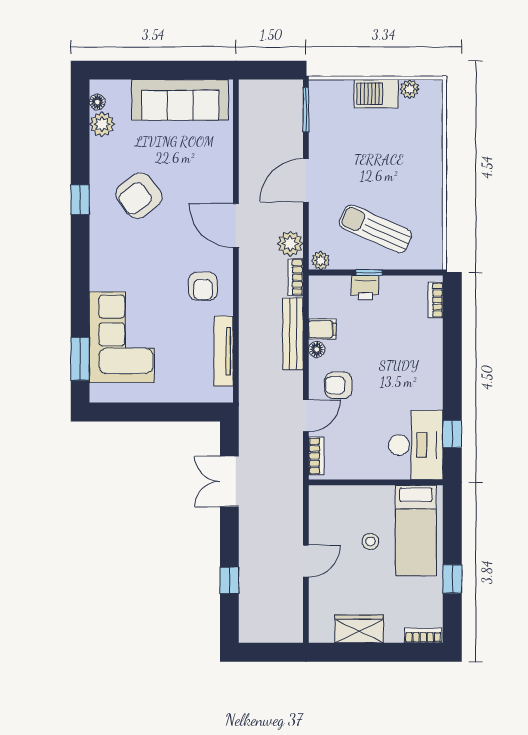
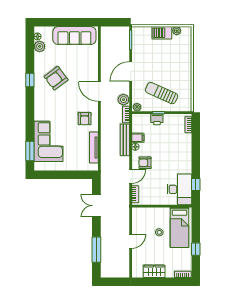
window: (229, 580) -> (96, 250), width x2.17

